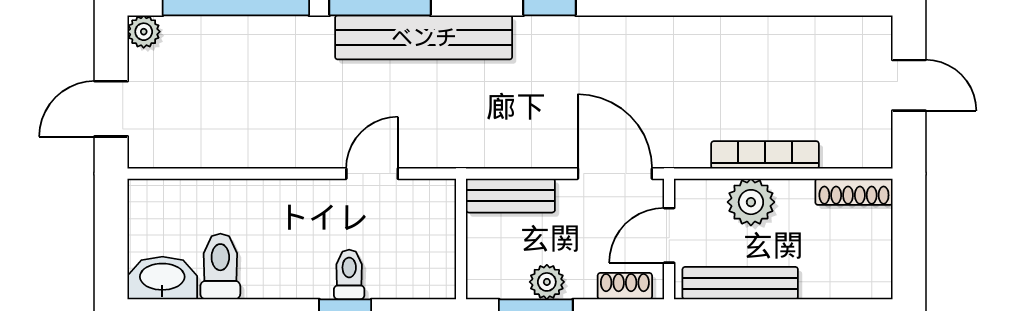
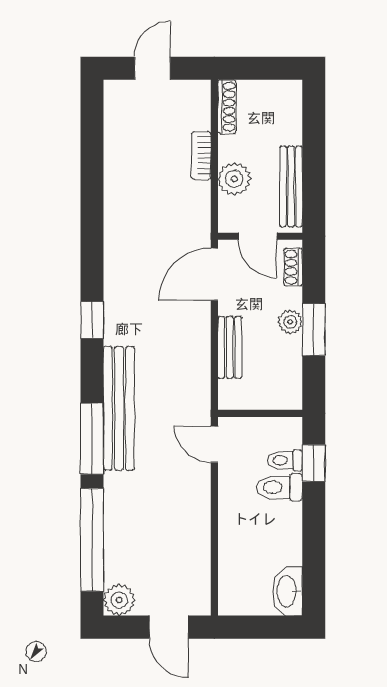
plant: (144, 32) -> (119, 600), width x1.38, depth x1.38
bookcase: (765, 155) -> (201, 155), width x0.64
wall: (461, 239) -> (260, 413), moved
toilet: (220, 266) -> (279, 487), moved

